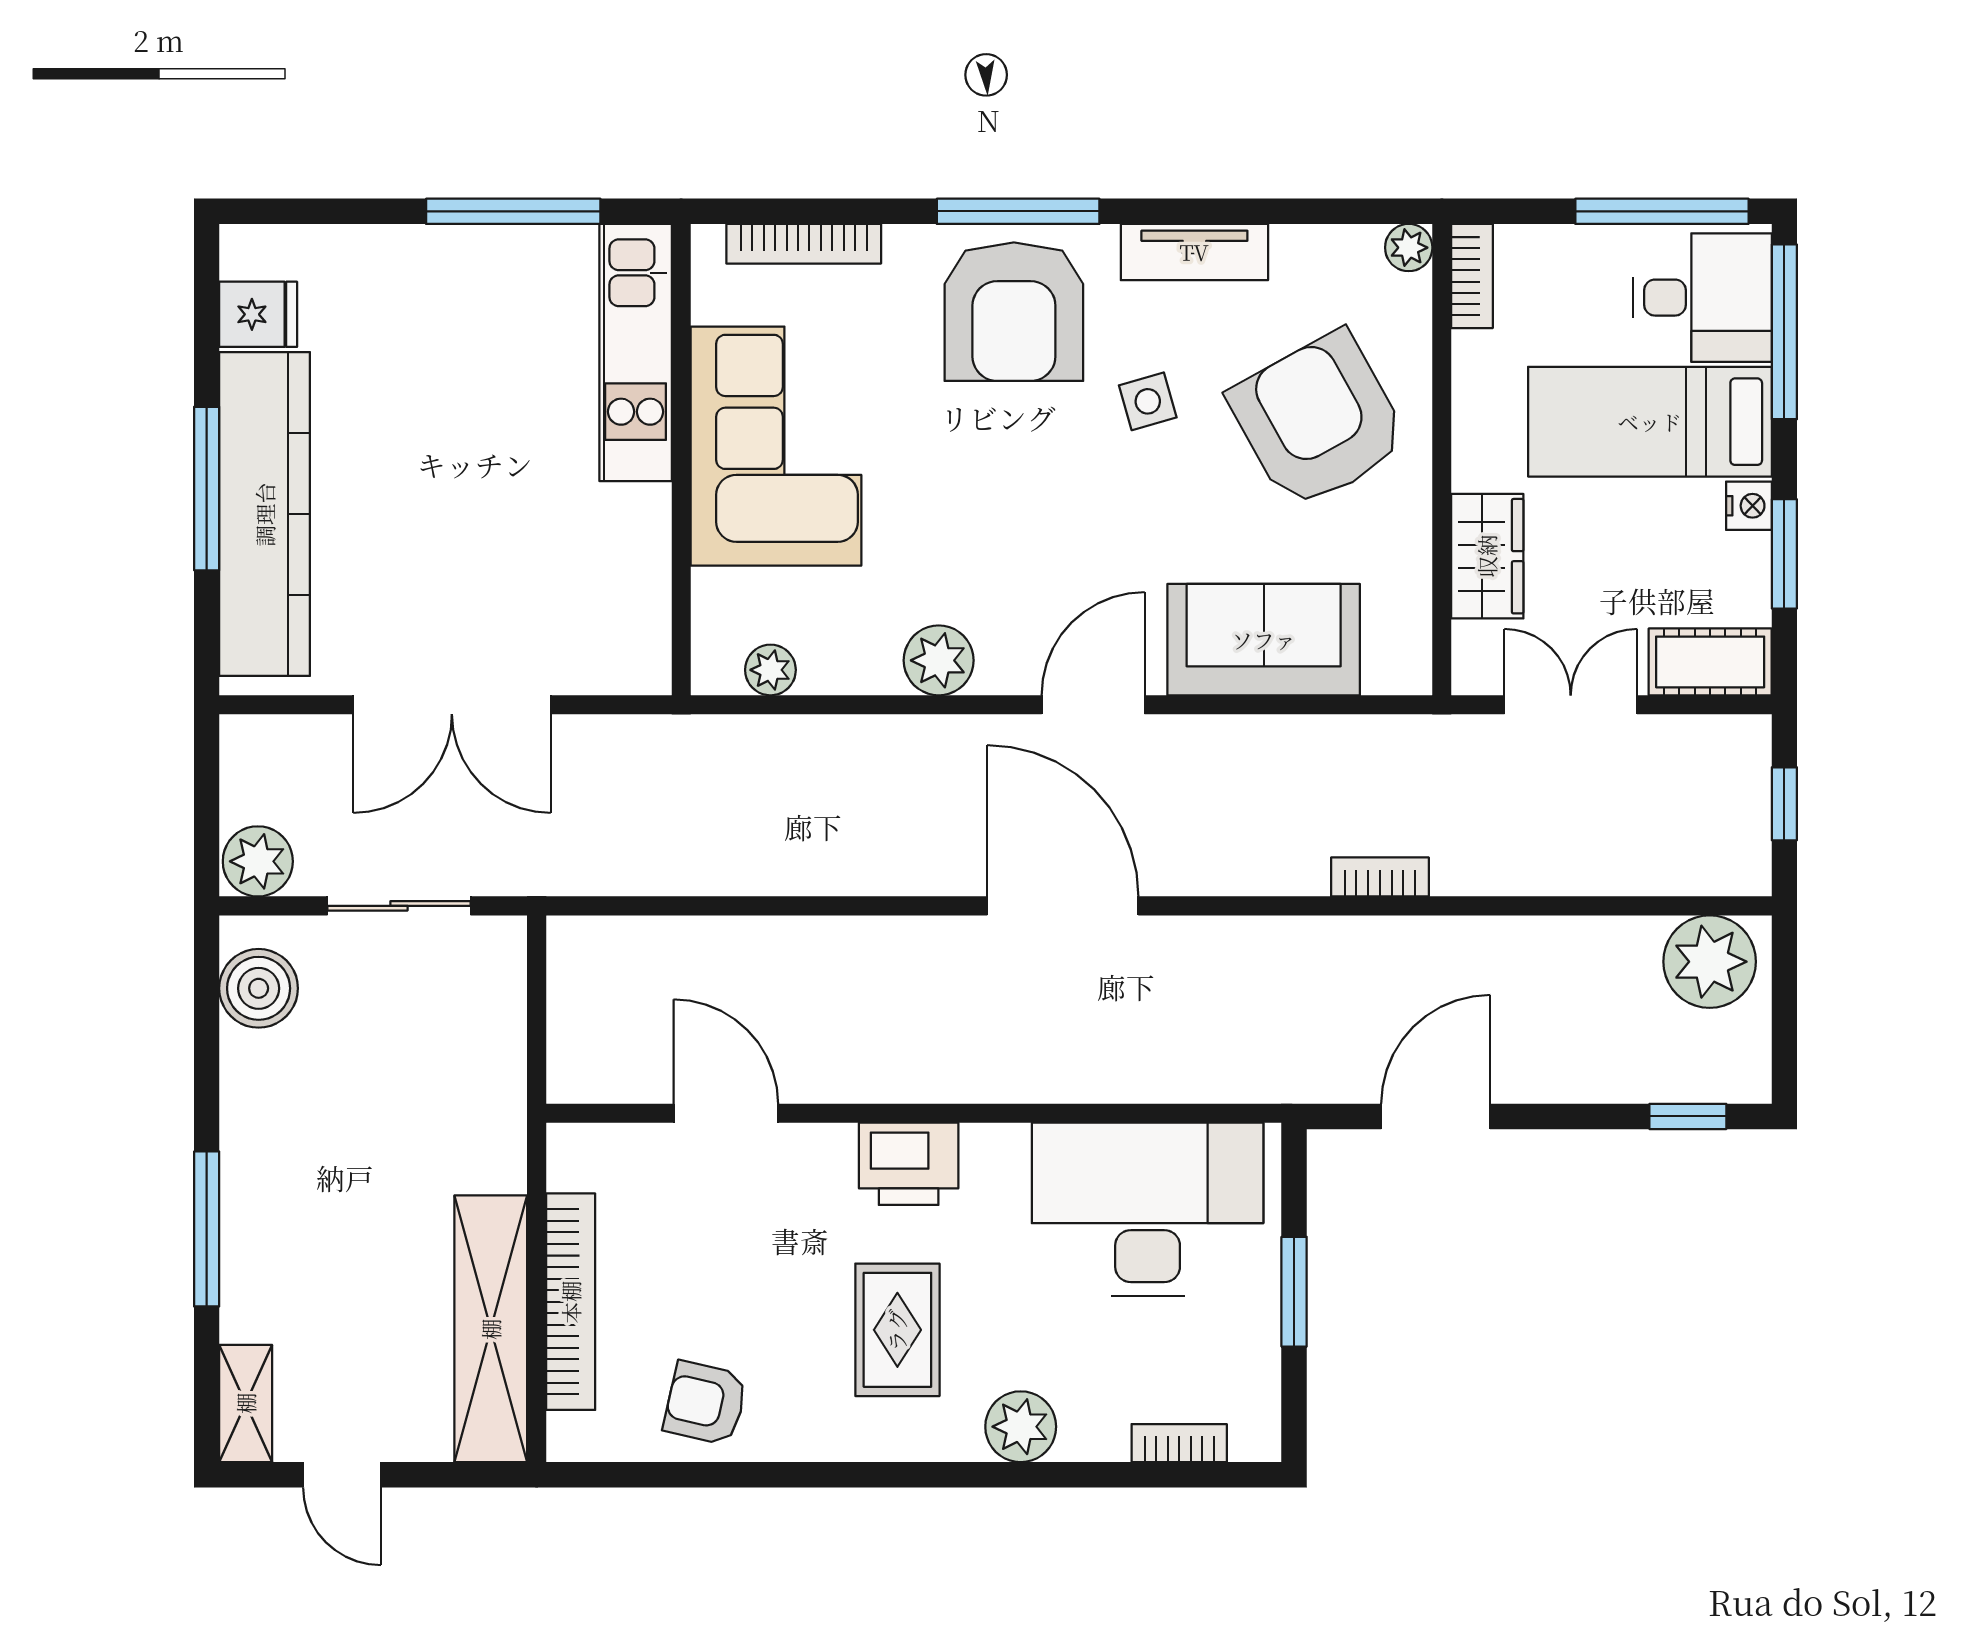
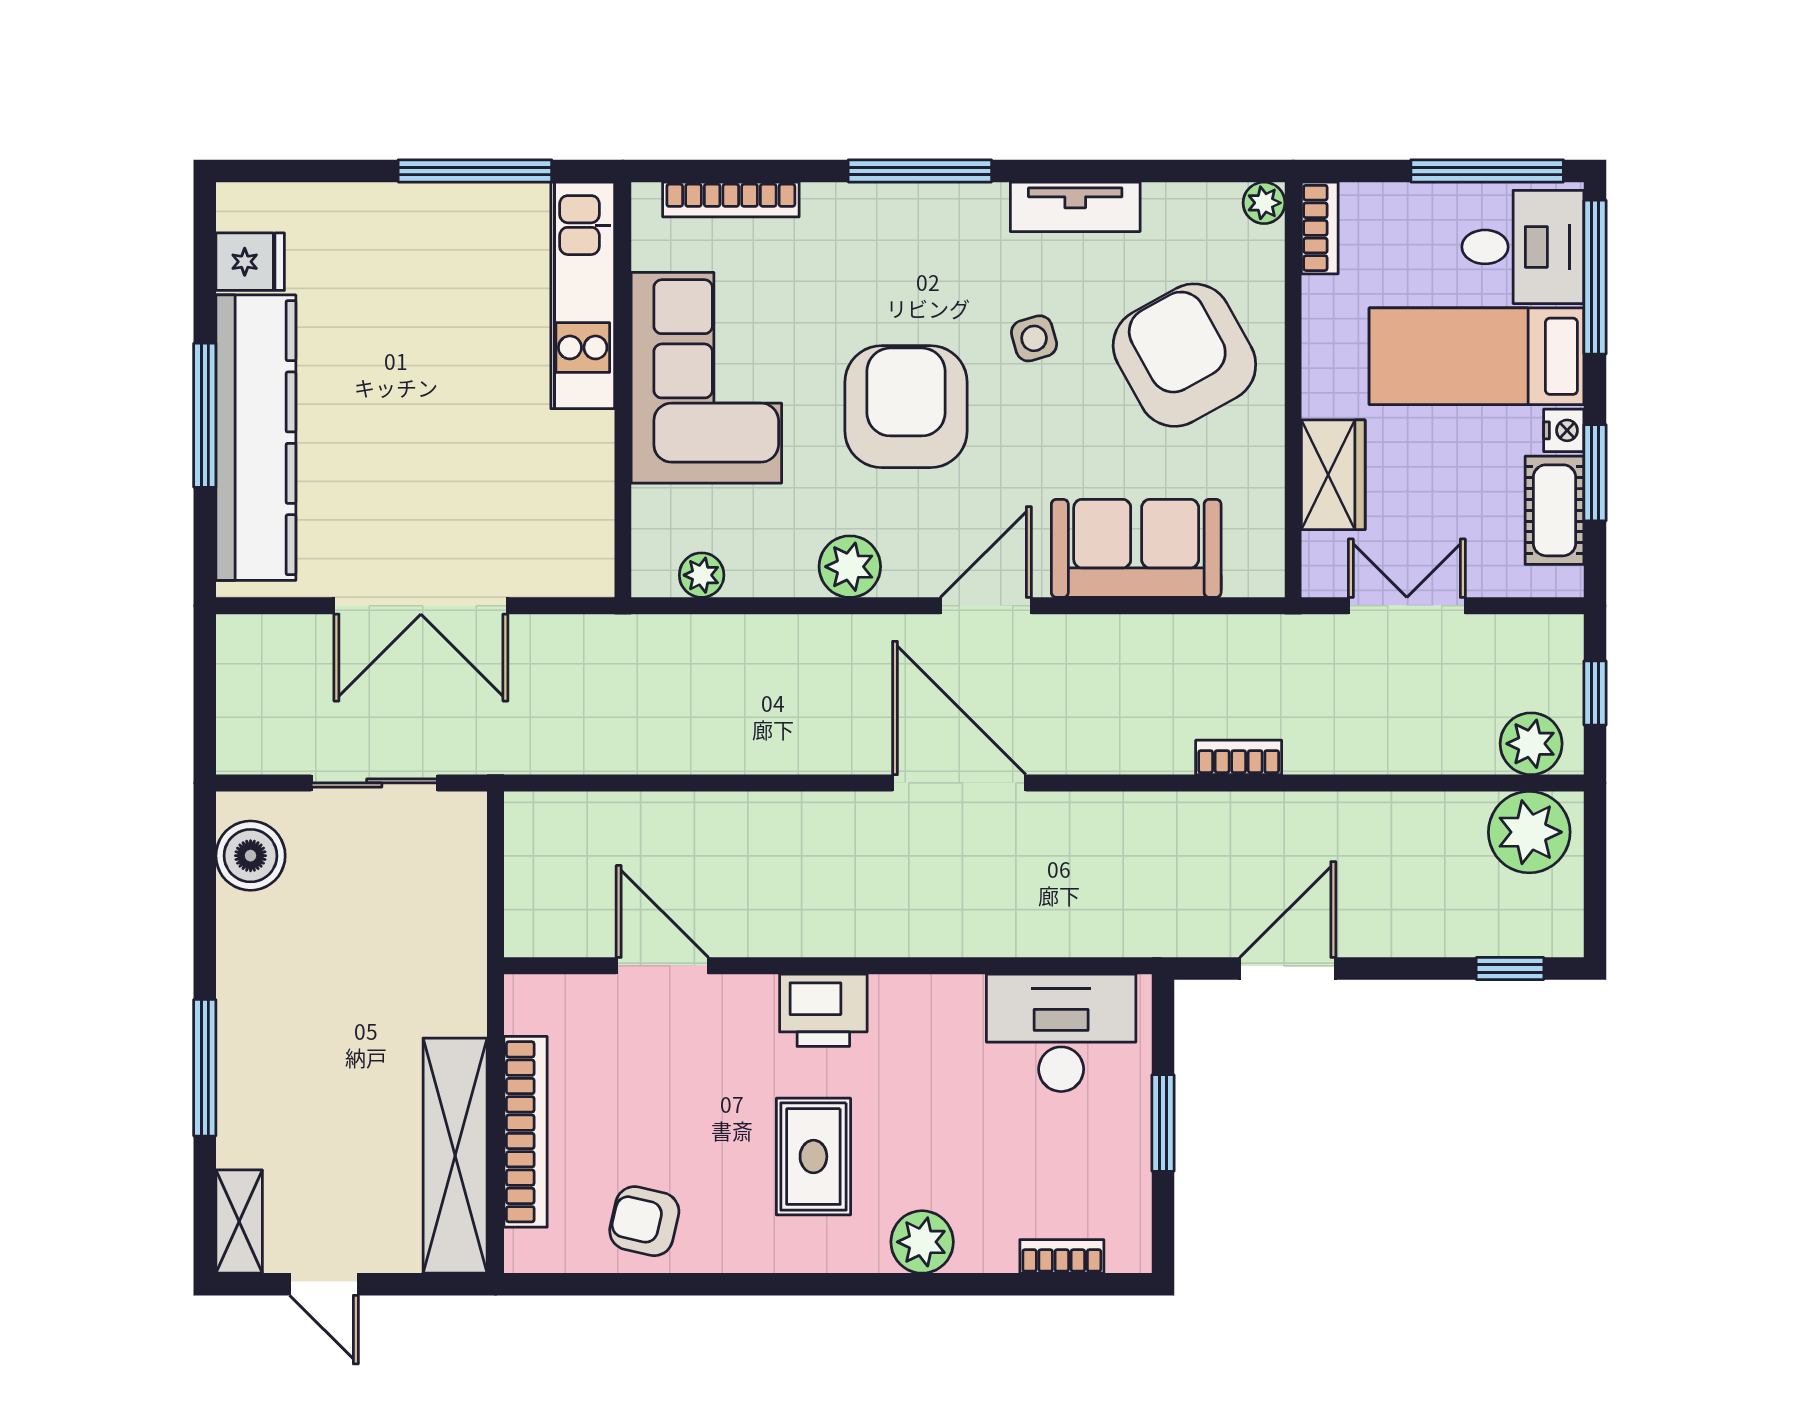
armchair: (1014, 312) -> (906, 407), moved, turned 180
cot: (1710, 662) -> (1555, 510), moved, turned 90
plant: (258, 861) -> (1531, 744), moved
desk: (1148, 1209) -> (1061, 1033), width x0.73, depth x0.77

